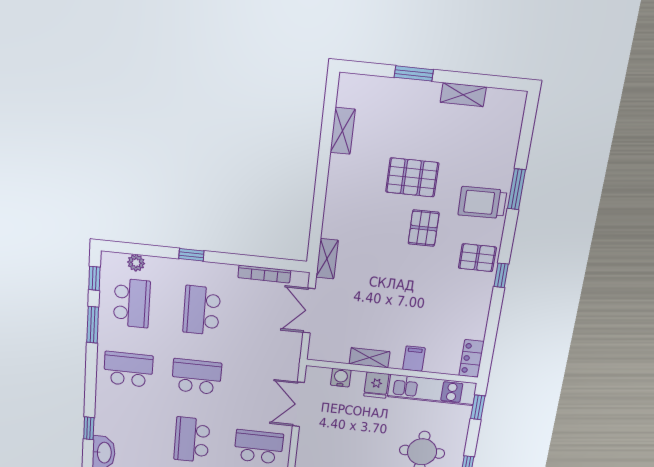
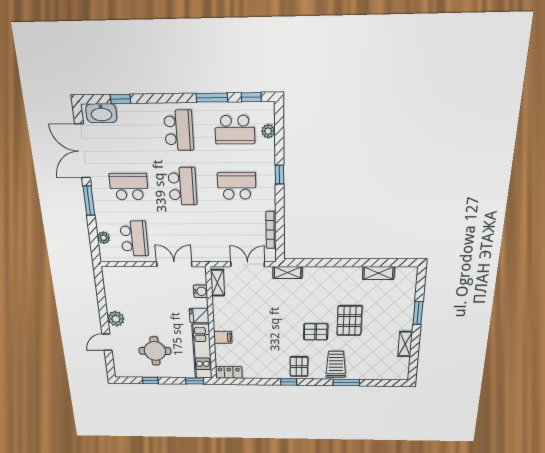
shelving: (369, 358) -> (217, 283), moved

